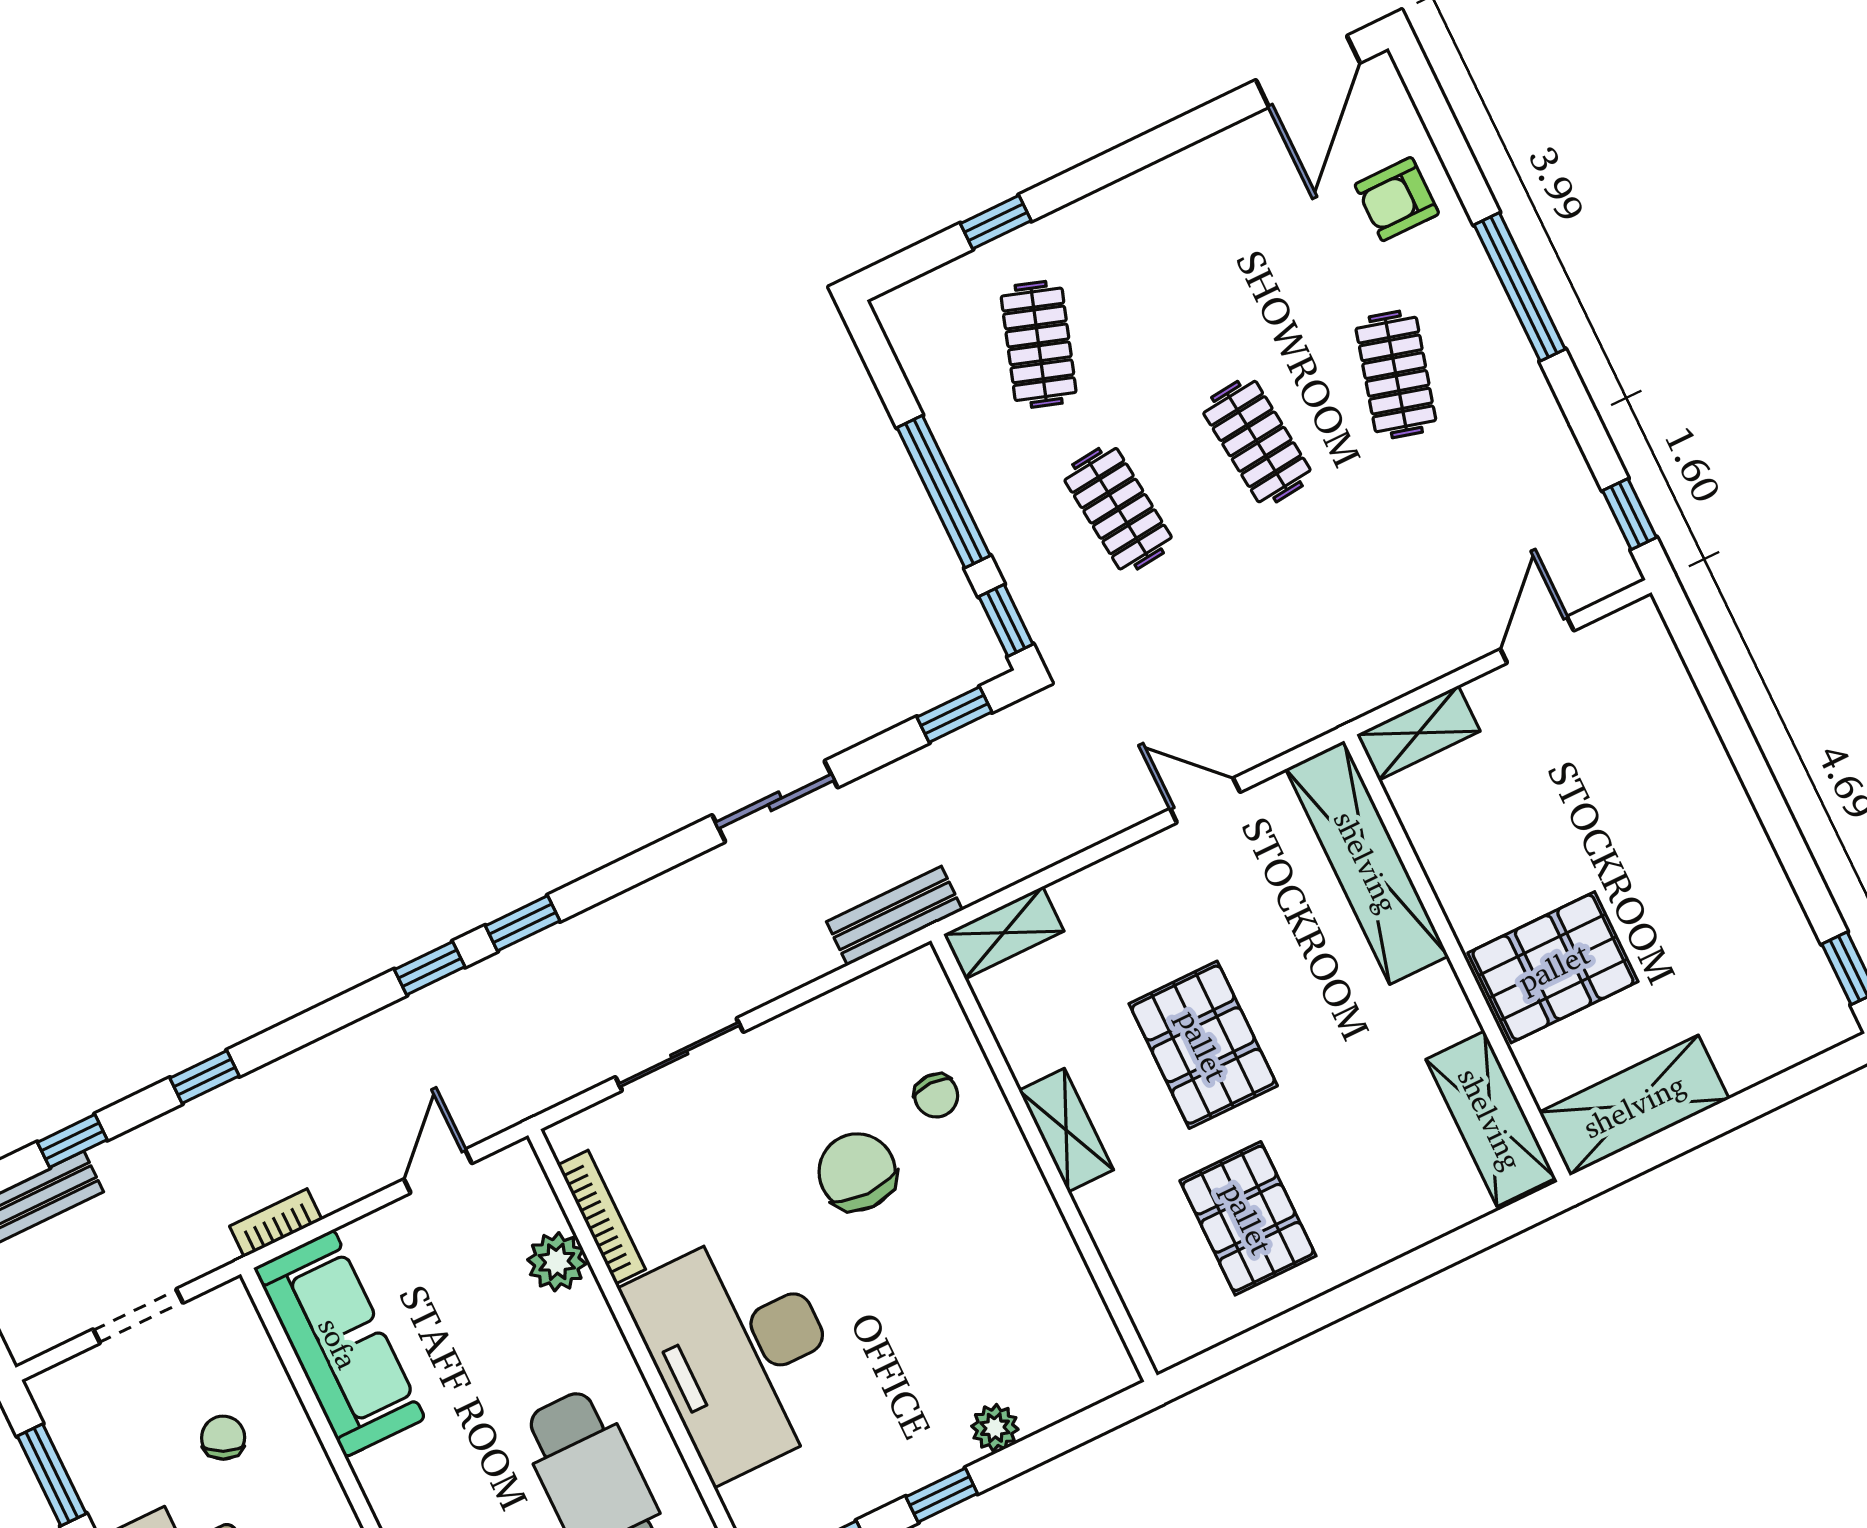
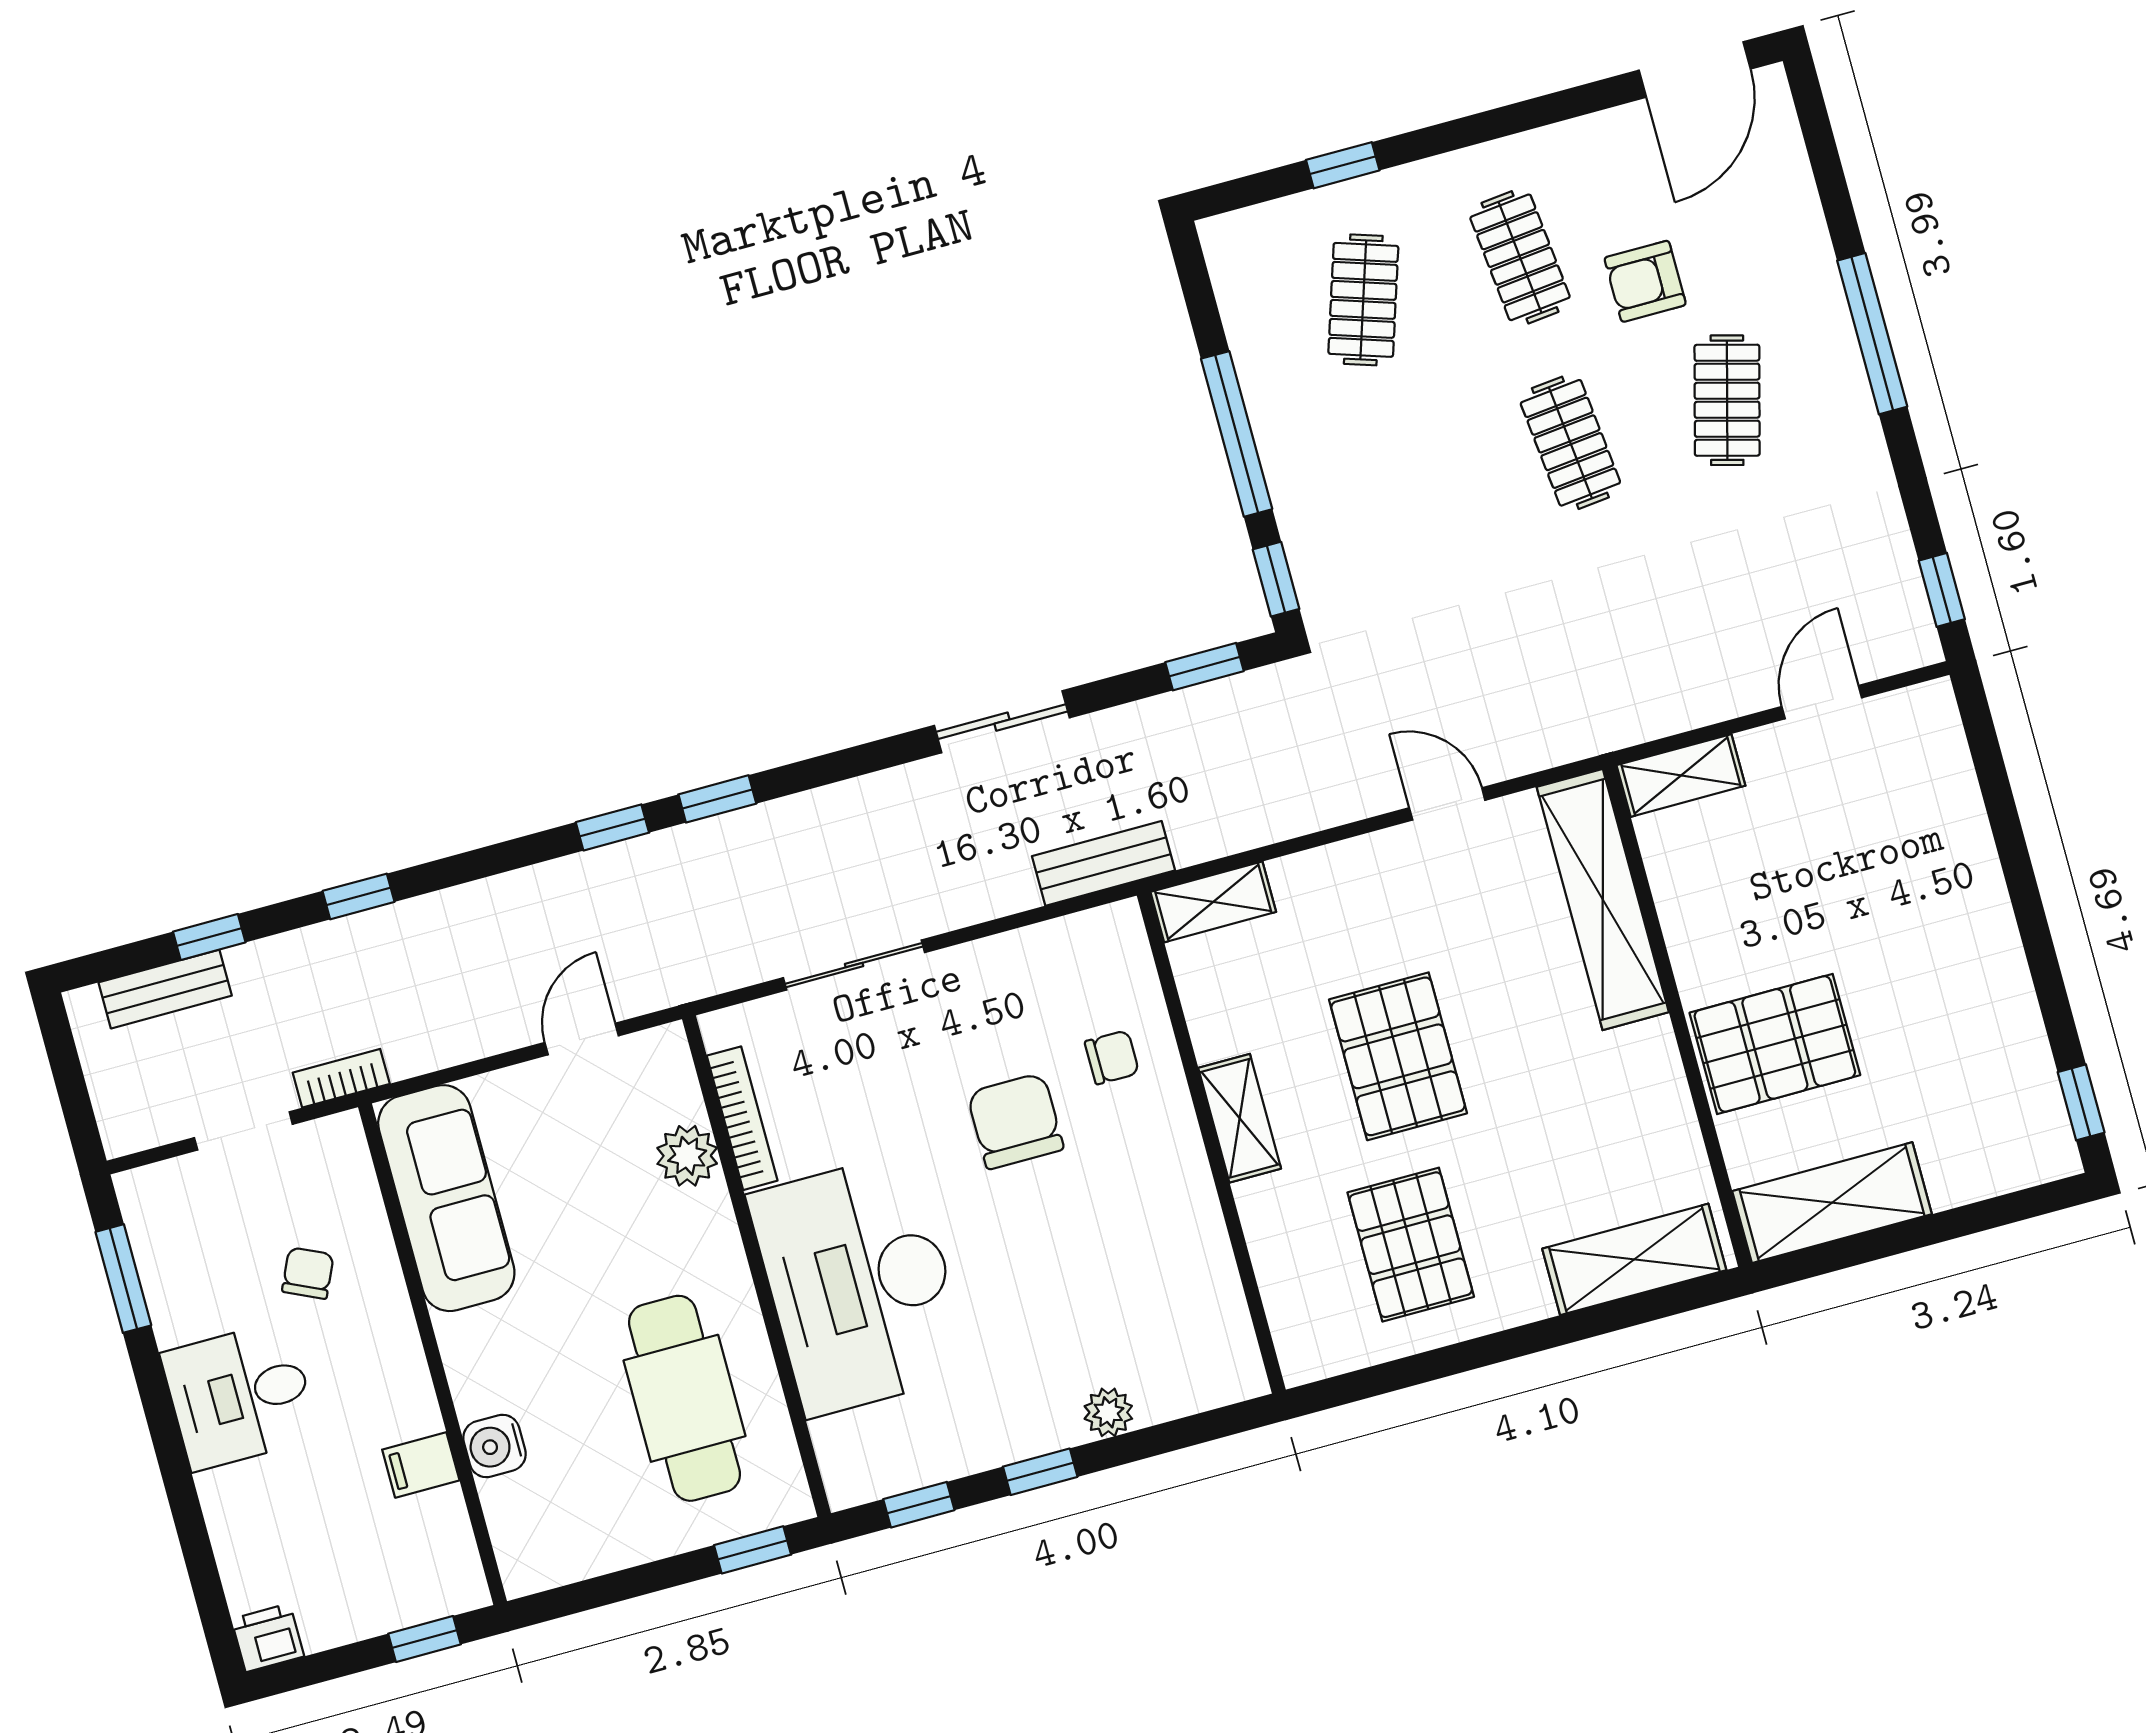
armchair: (1397, 199) -> (1645, 281), moved
clothes rail: (1118, 509) -> (1520, 257), moved
chair: (936, 1096) -> (1112, 1057), turned -90
shelving: (1491, 1119) -> (1634, 1259), moved, turned 90
bookcase: (276, 1223) -> (341, 1078), moved

